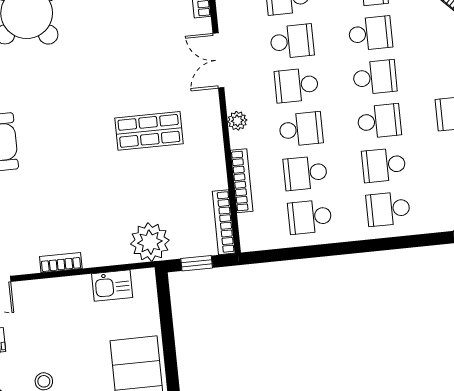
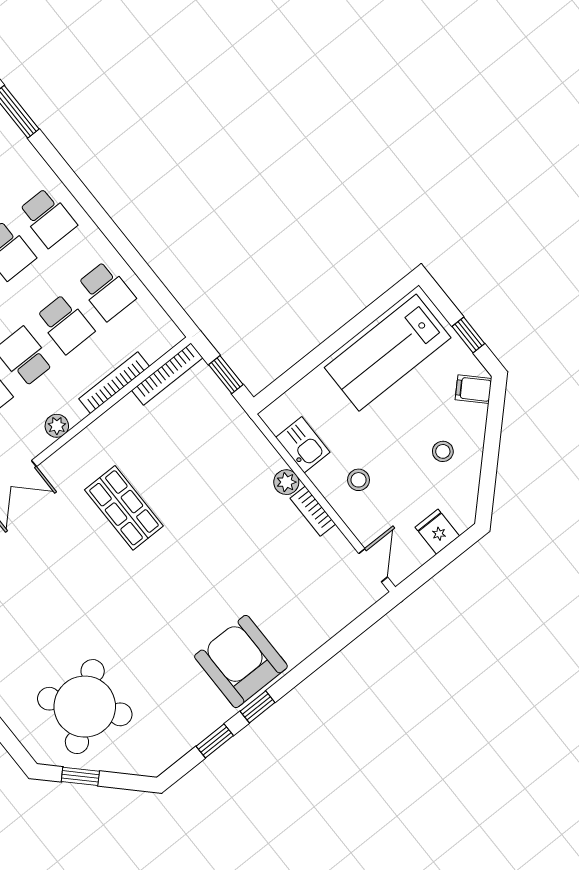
plant: (150, 242) -> (286, 482), moved, width x0.53, depth x0.53
stool: (62, 309) -> (359, 480), added

